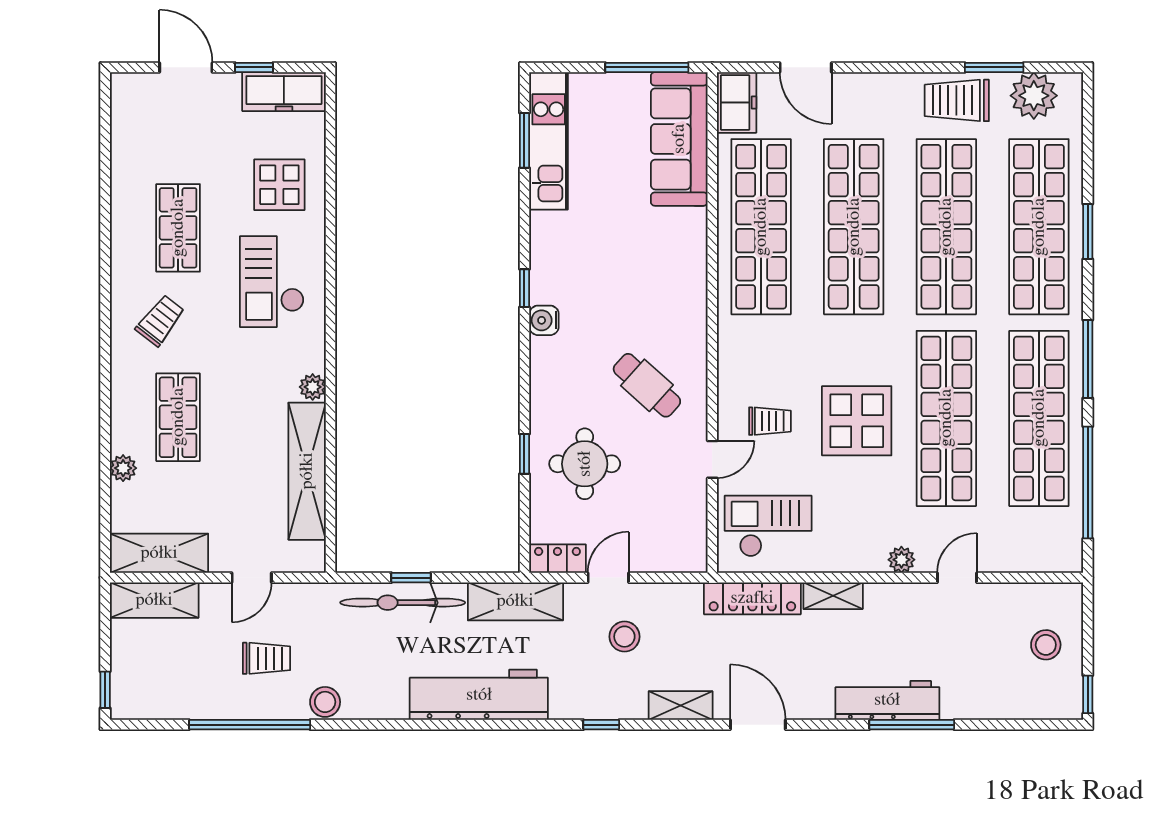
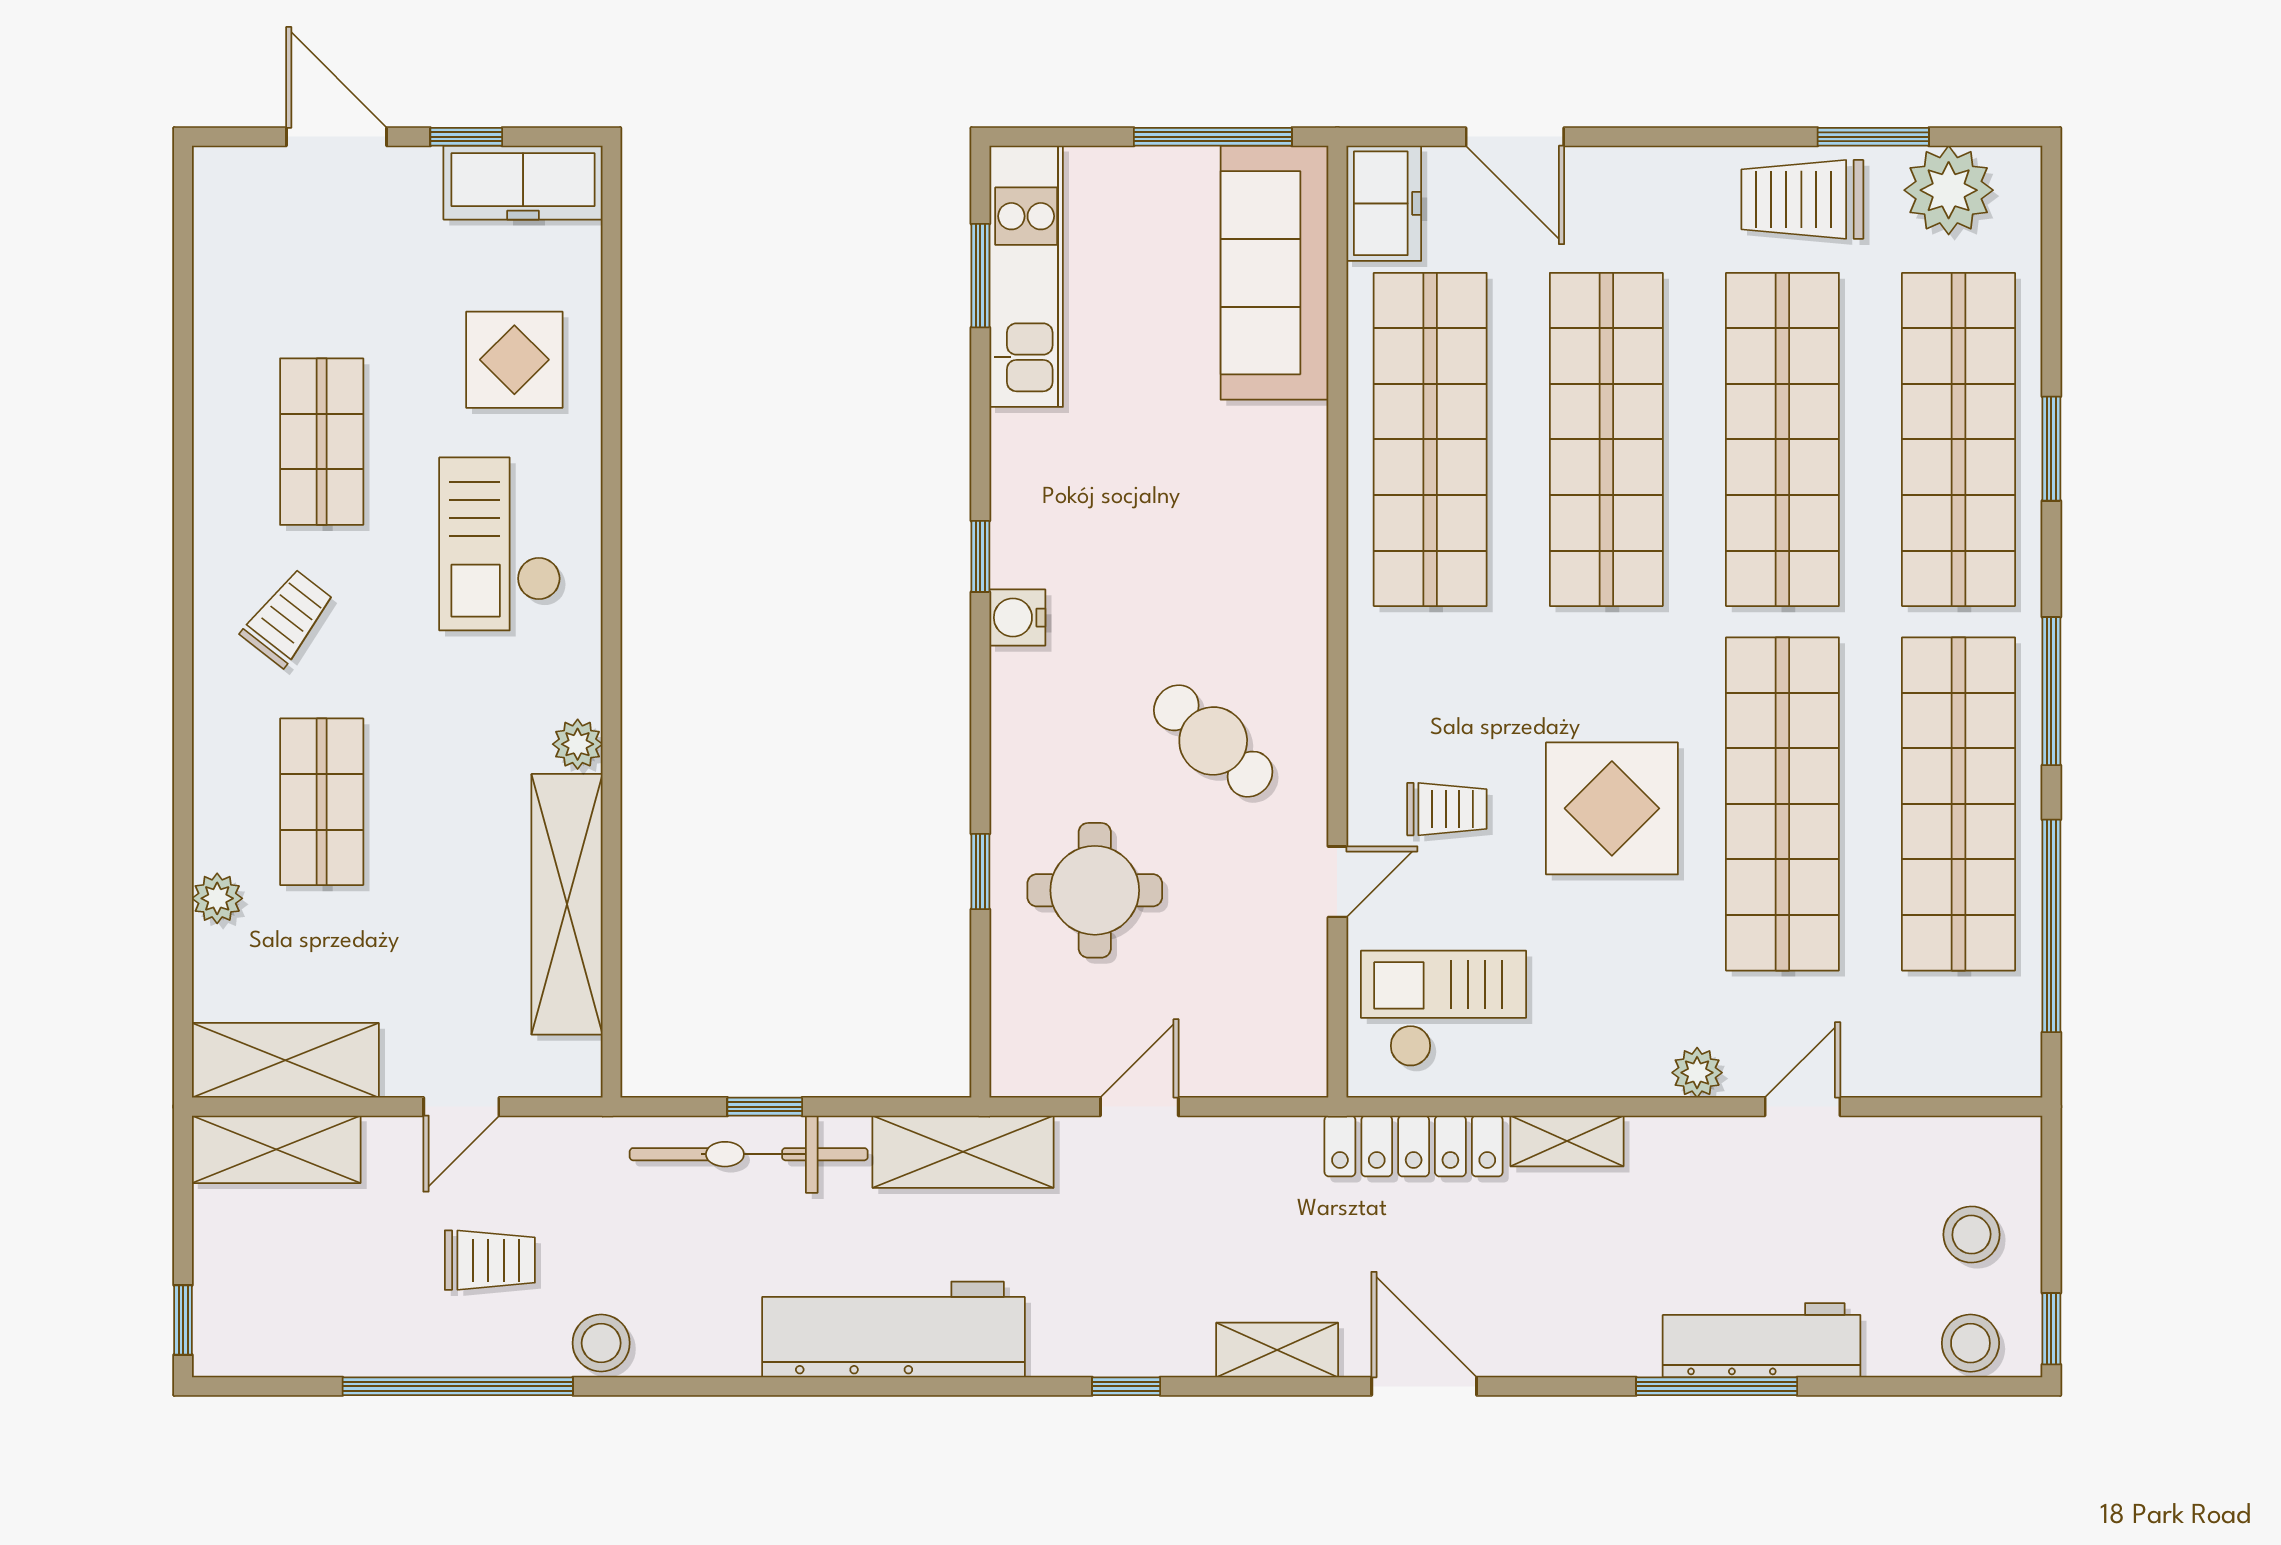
locker: (557, 559) -> (1043, 1071), removed
stool: (624, 637) -> (1970, 1343), moved
workbench: (887, 700) -> (1762, 1340), moved

